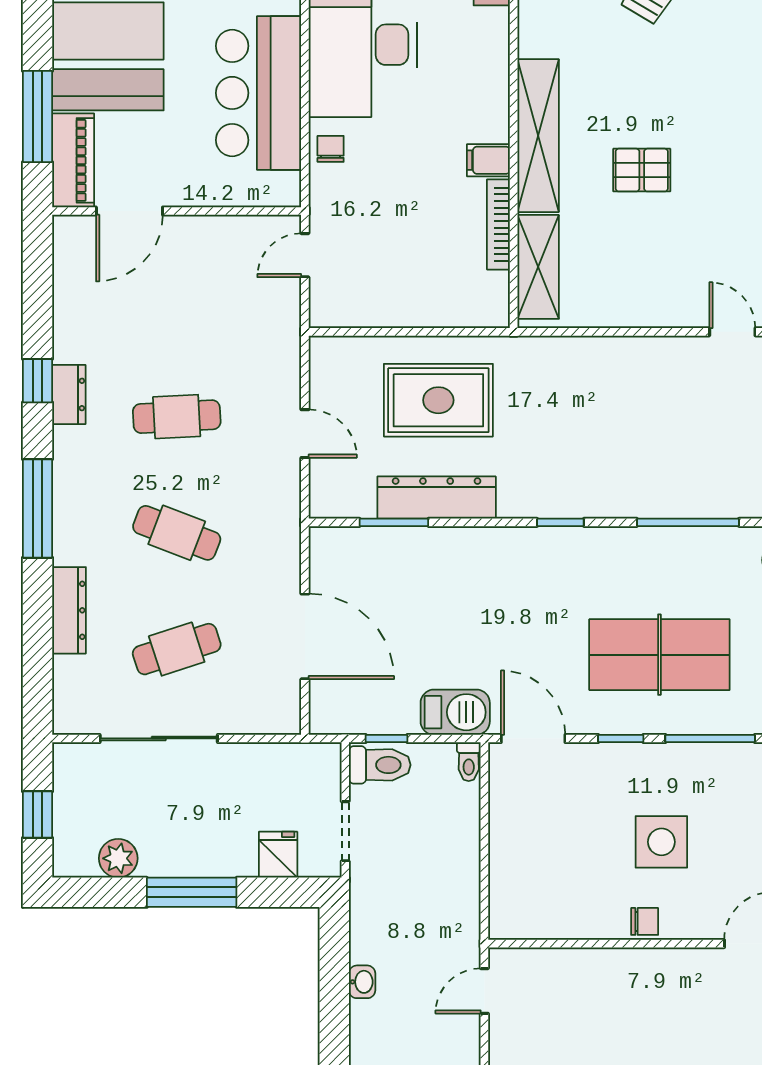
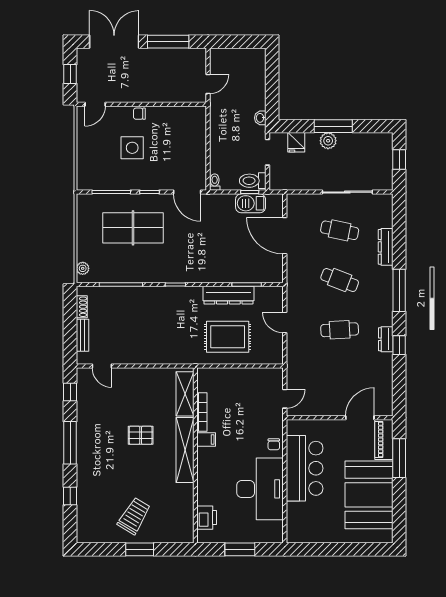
cafe table: (177, 649) -> (340, 230), turned 30
barbecue: (455, 712) -> (251, 203), moved
plant: (118, 858) -> (328, 141), moved
washbasin: (362, 982) -> (260, 118), moved

